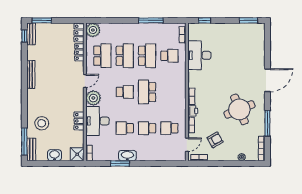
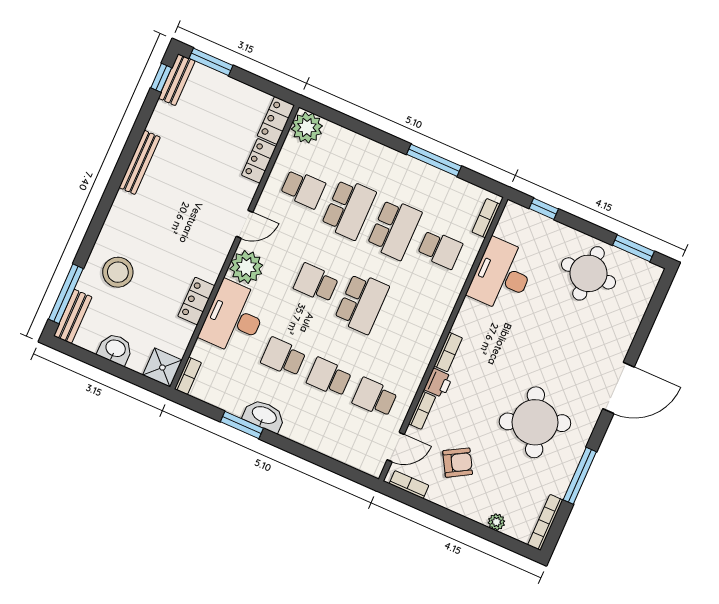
round table: (234, 39) -> (589, 273), added
school desk: (102, 56) -> (303, 189), width x0.54
school desk: (125, 92) -> (316, 283), turned 180
school desk: (147, 92) -> (362, 303), turned 180

